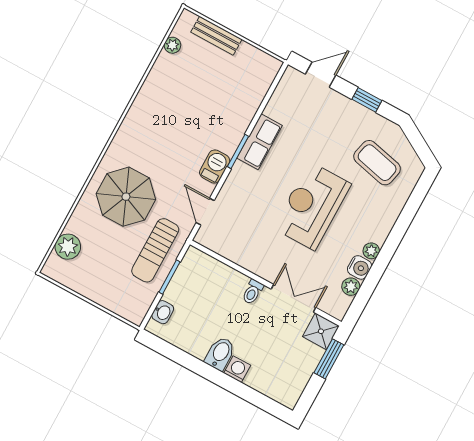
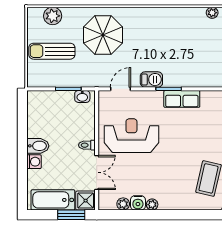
reception desk: (312, 206) -> (131, 136), moved
sun lounger: (155, 250) -> (52, 51), moved
washbasin: (163, 312) -> (82, 96), moved
bathtub: (298, 372) -> (53, 200), added

